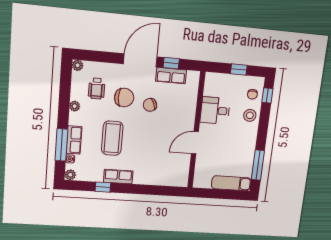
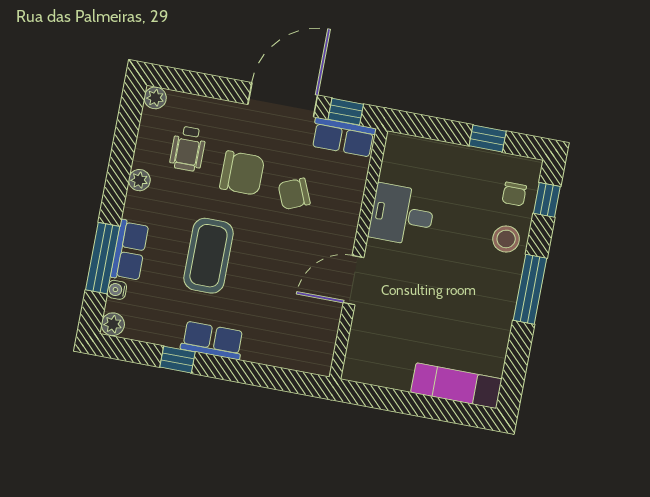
desk: (215, 111) -> (402, 215), moved
wall: (196, 131) -> (358, 254), moved
door: (195, 143) -> (353, 280), moved
window: (258, 165) -> (530, 289), moved

